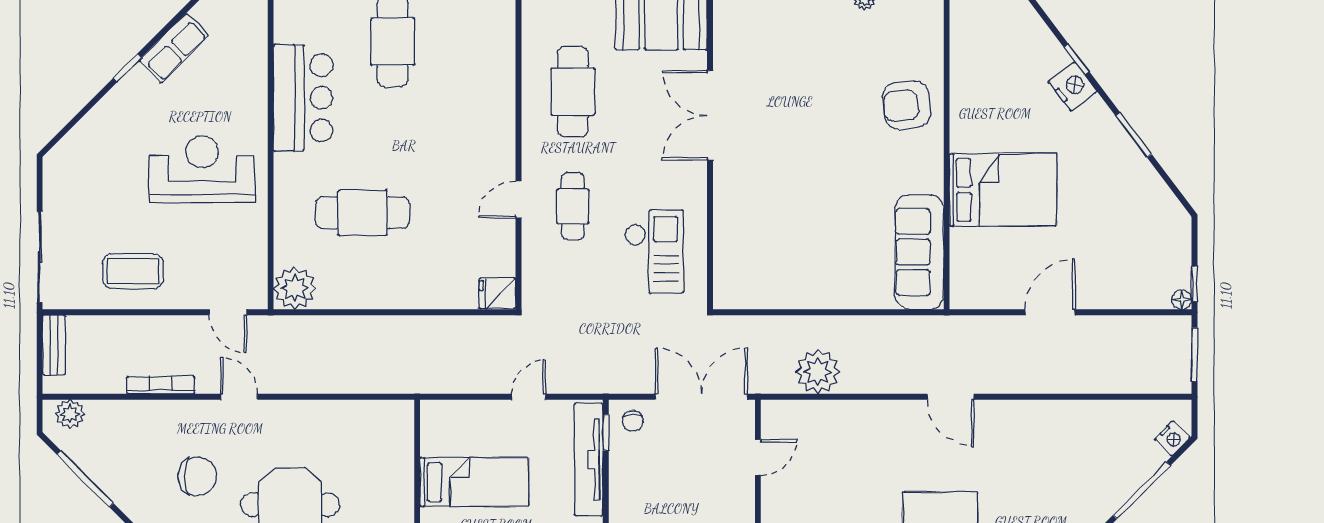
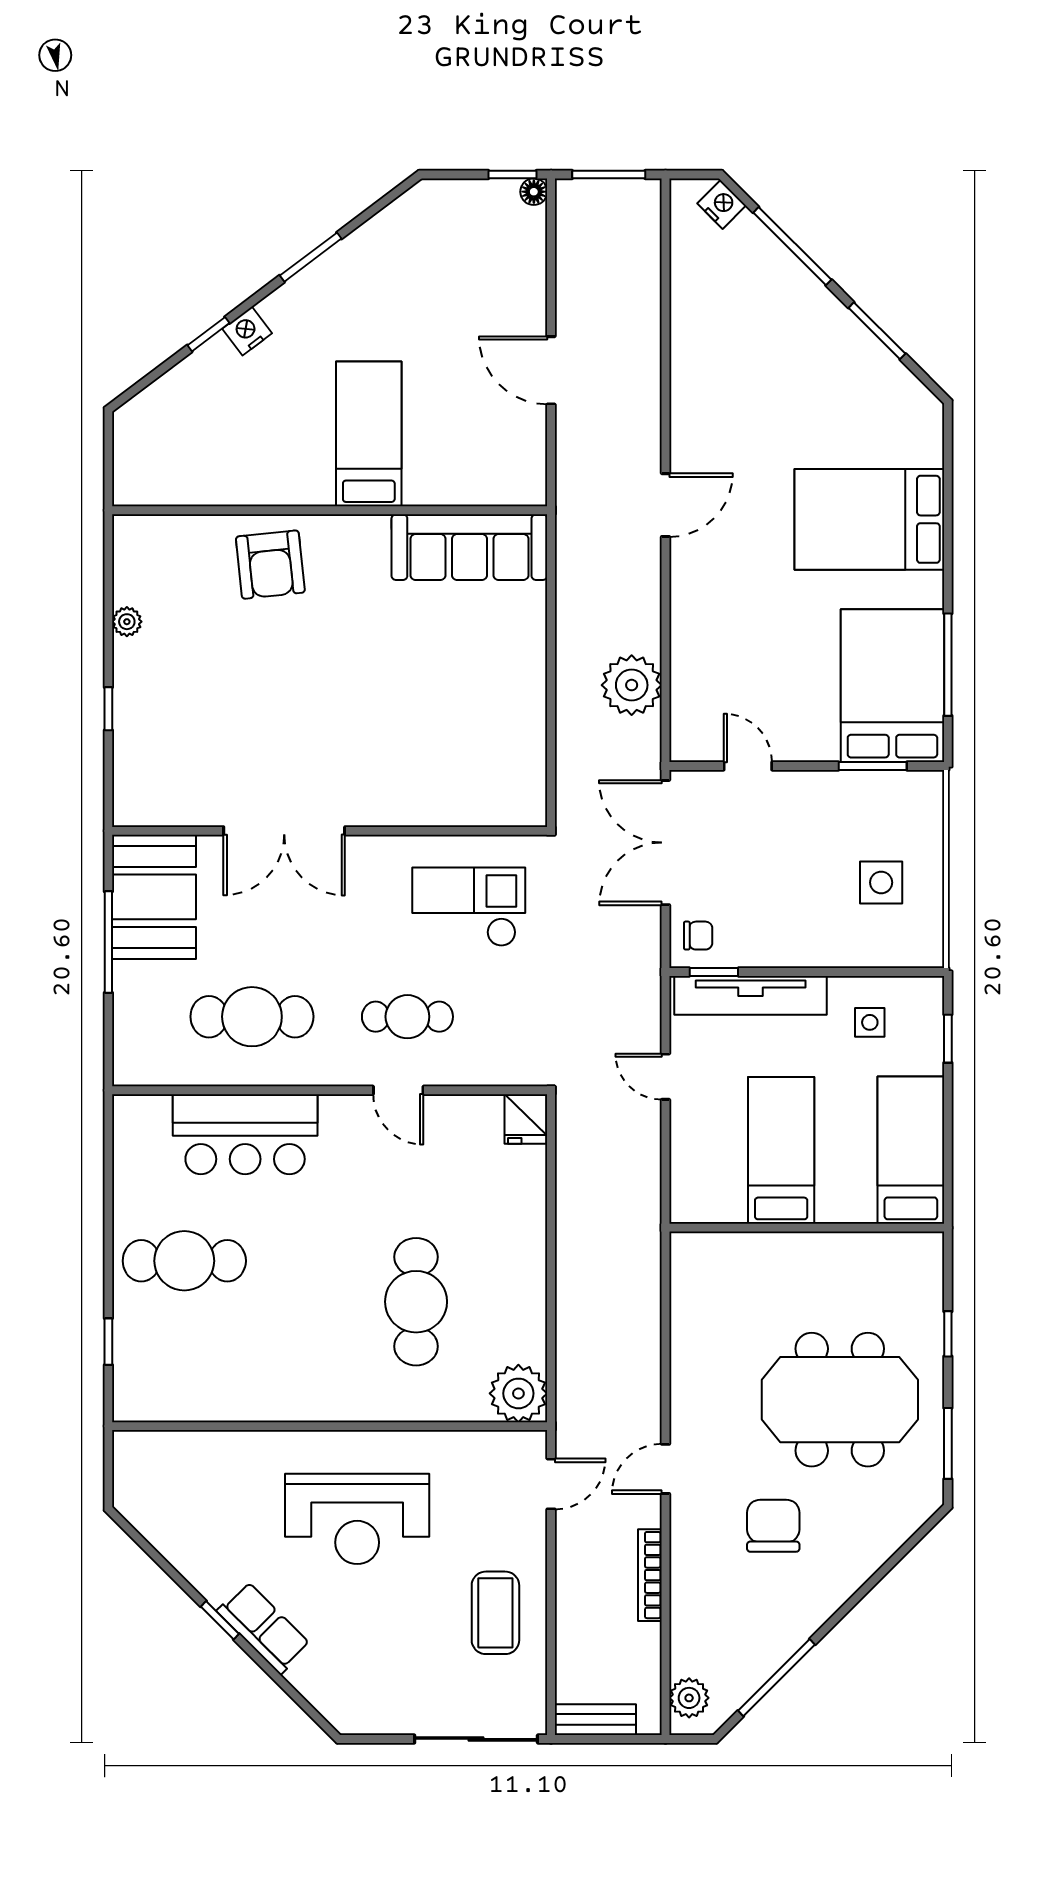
row of seats: (174, 48) -> (264, 1628), moved
nightstand: (1073, 86) -> (247, 331), width x0.74, depth x0.75
bar counter: (303, 98) -> (245, 1134), moved, turned 180
reception desk: (202, 169) -> (357, 1519), turned -90
bed: (1003, 190) -> (369, 434), width x0.67

